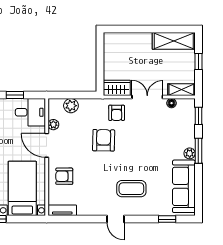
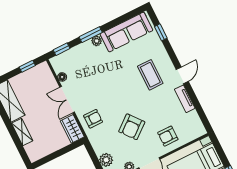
window: (198, 62) -> (27, 66), moved
shelving: (181, 90) -> (22, 132), moved
armchair: (104, 140) -> (132, 127), moved, turned -40
armchair: (64, 176) -> (168, 136), turned 90
tv unit: (62, 210) -> (185, 99), moved

